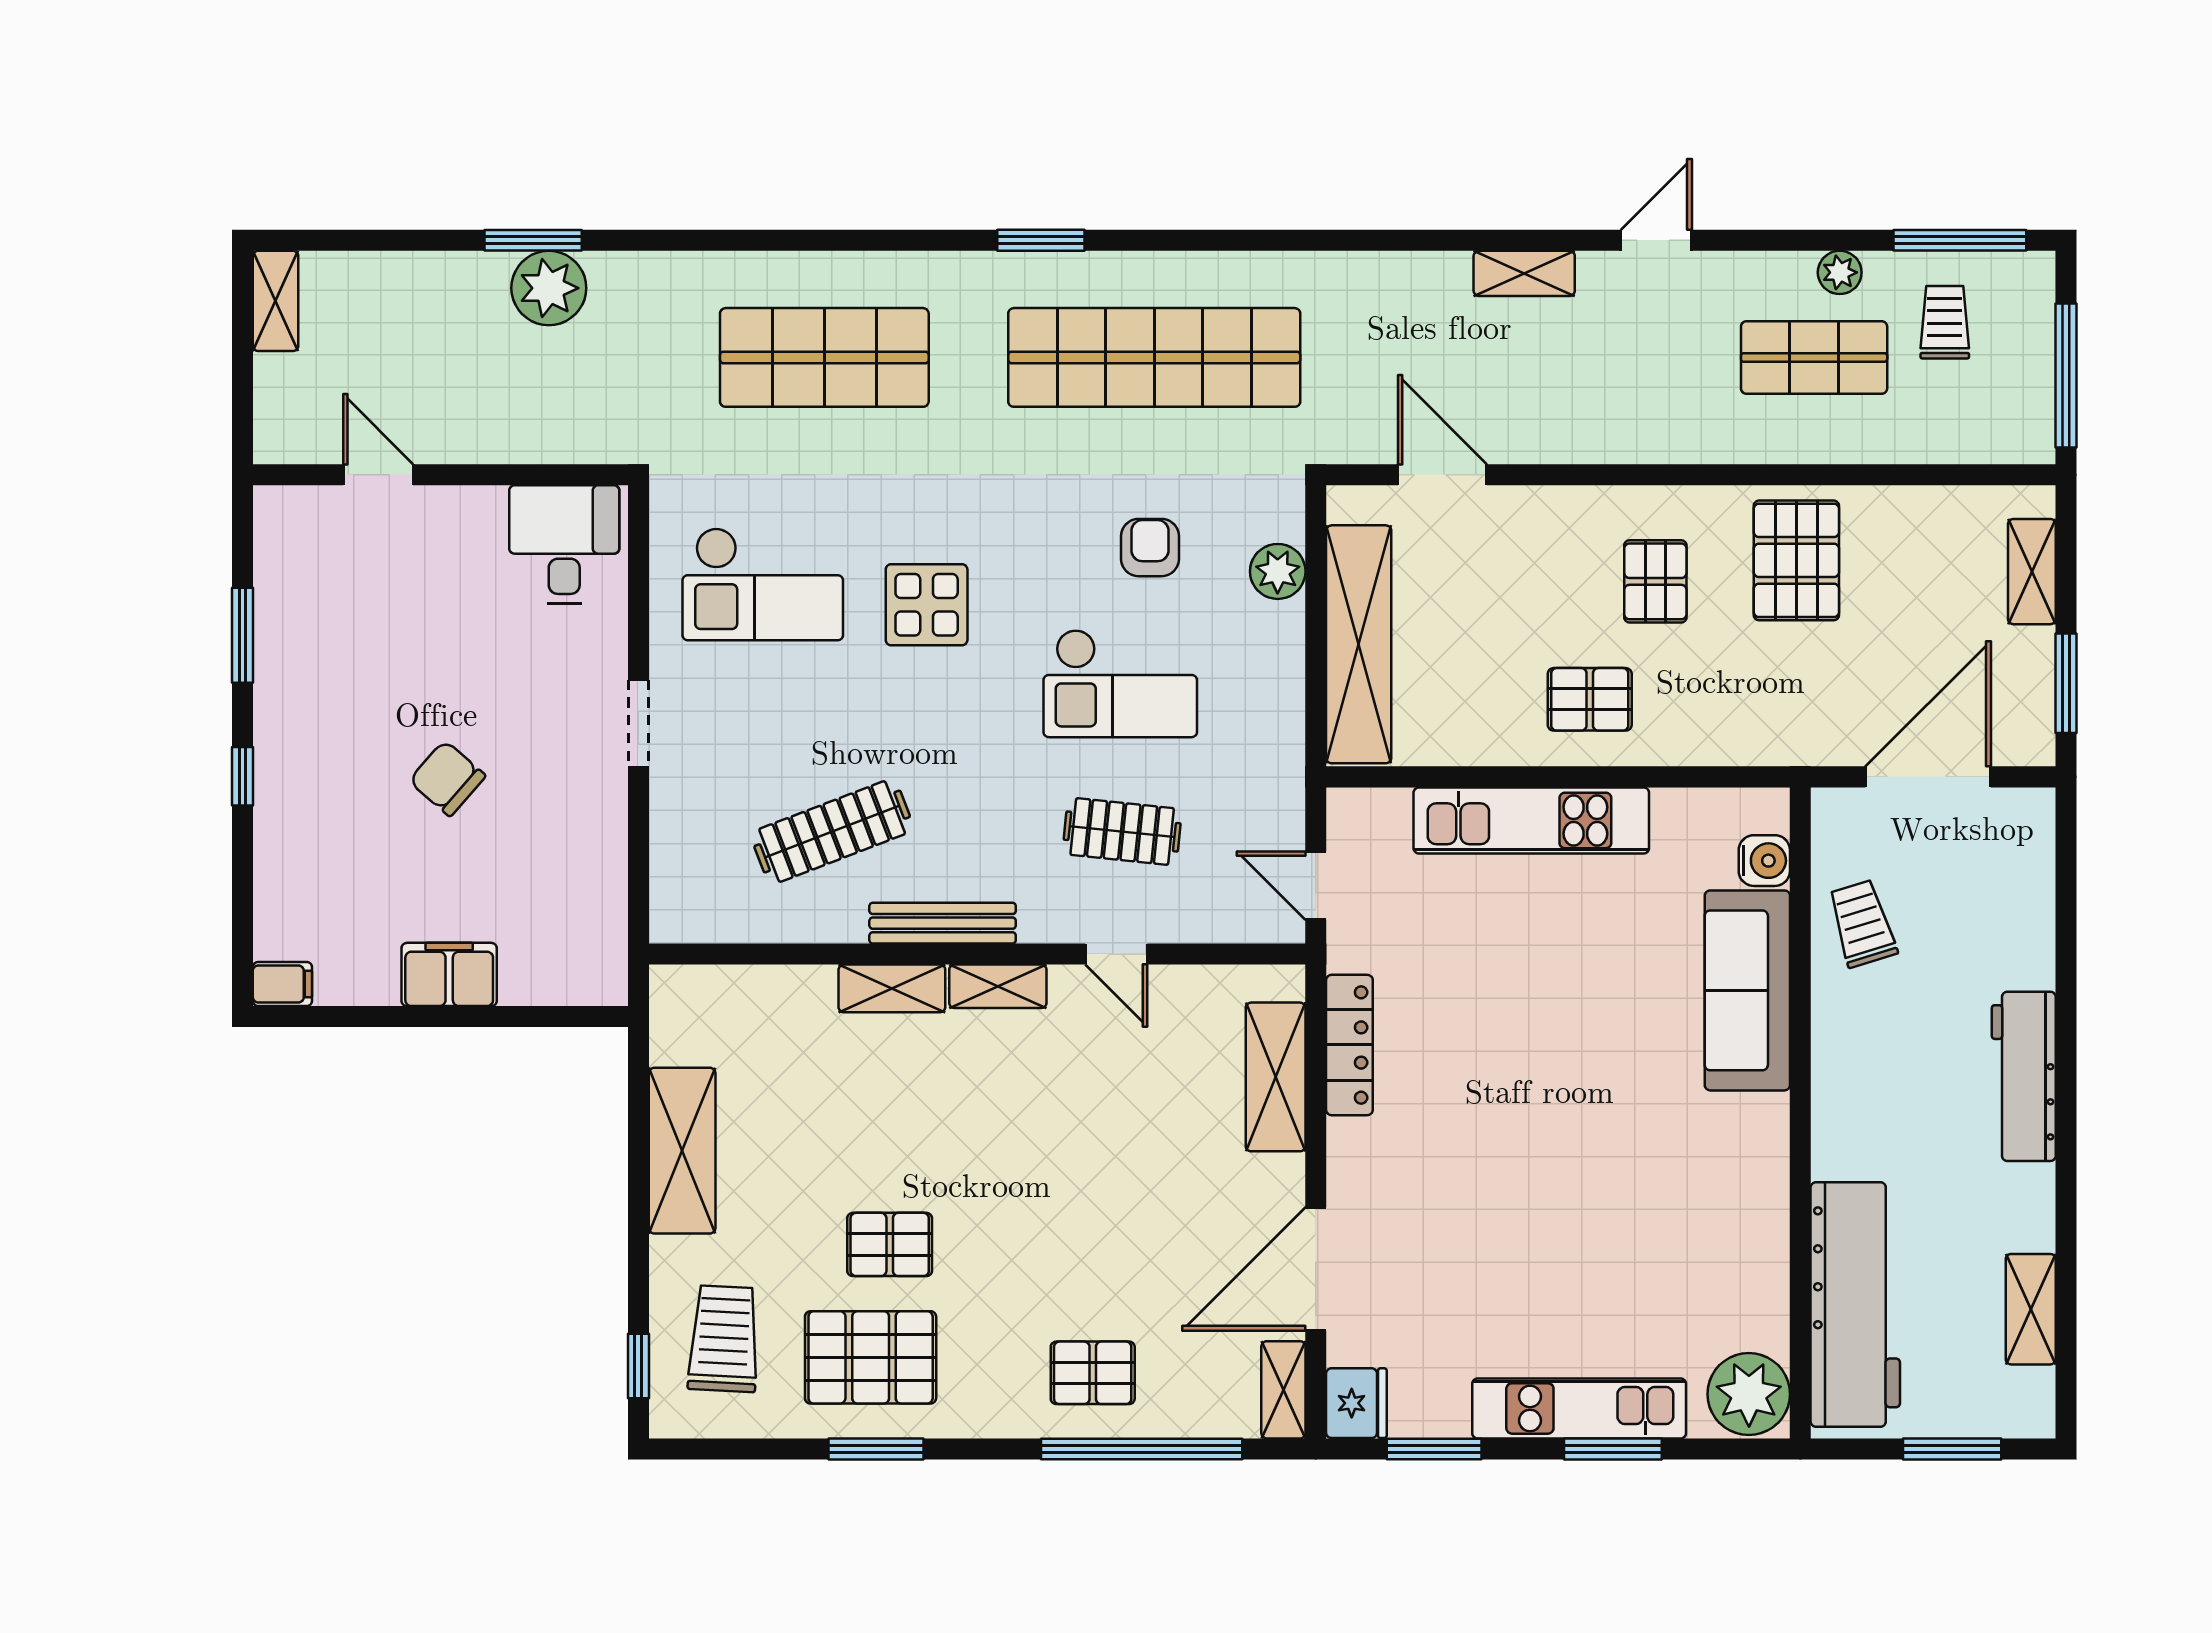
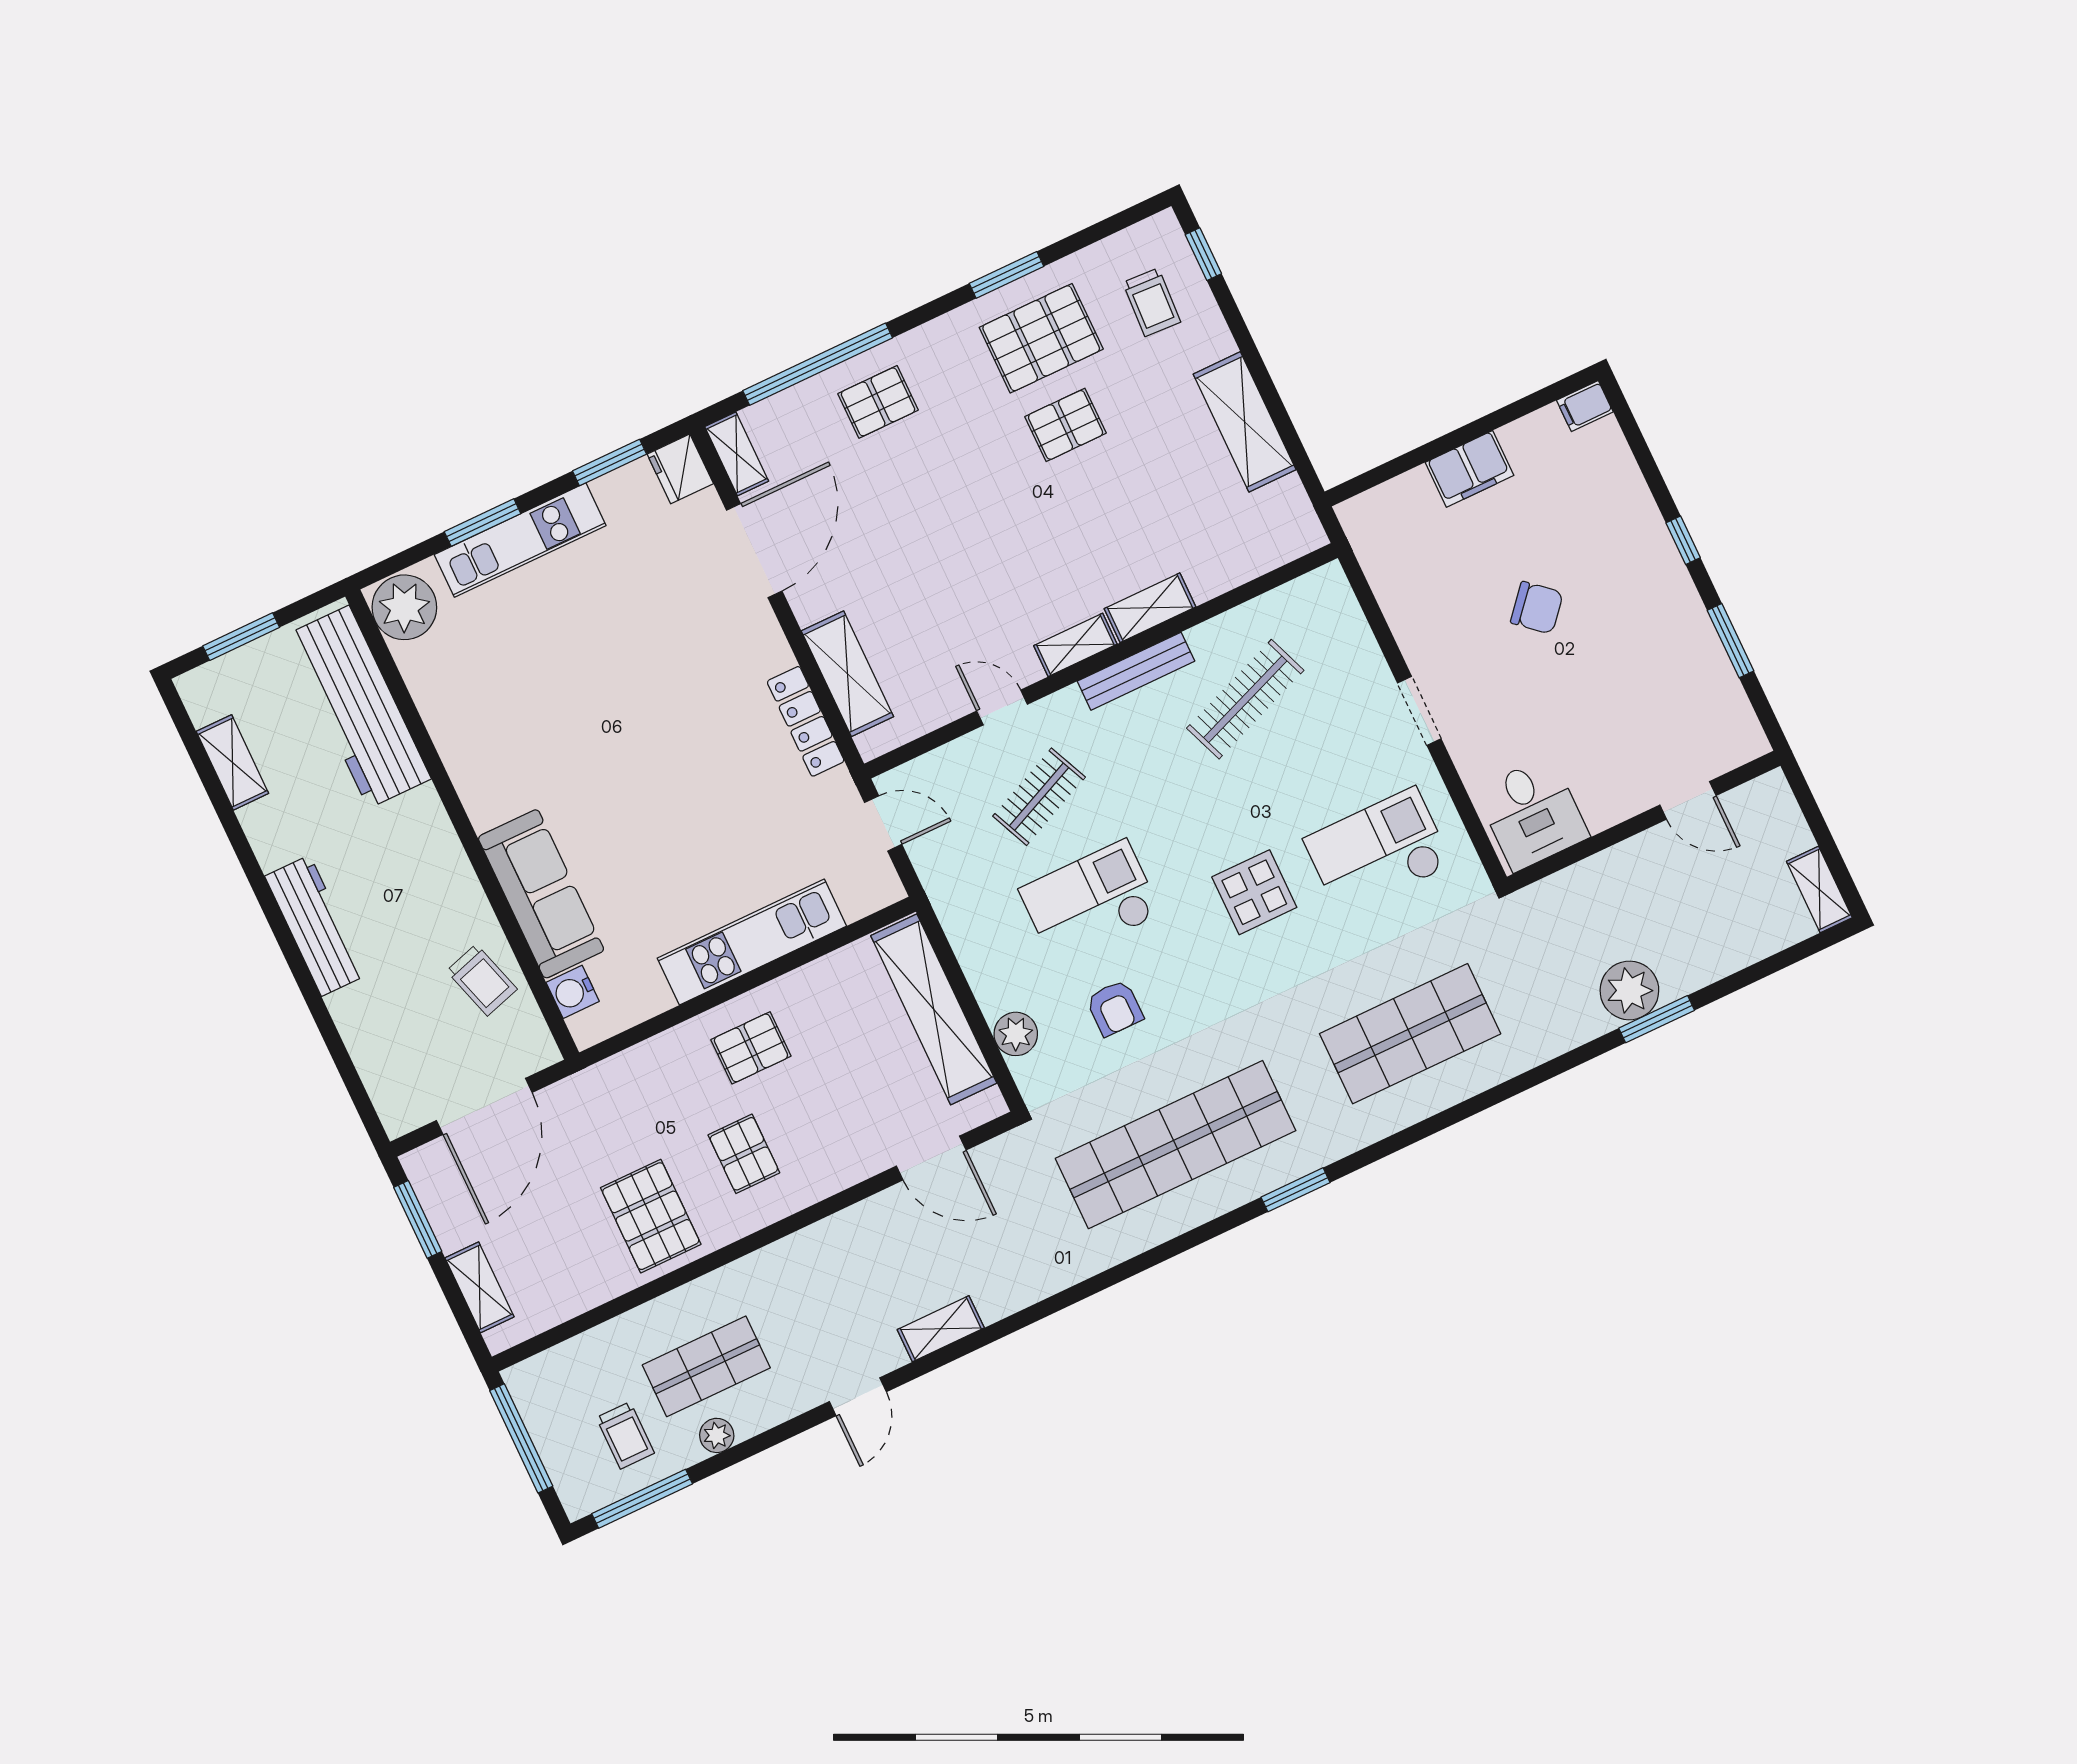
clothes rail: (1122, 831) -> (1039, 797), turned -30
trolley: (724, 1339) -> (1152, 302), width x0.73, depth x0.72

